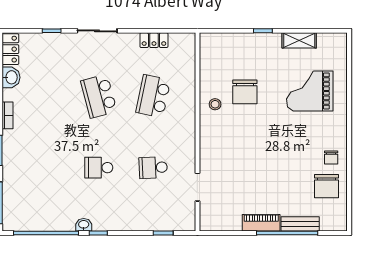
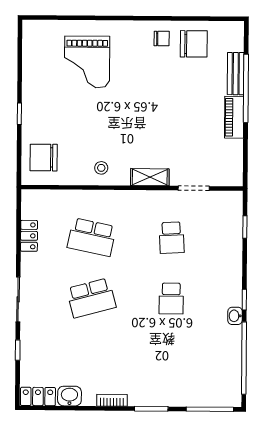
shelving: (299, 40) -> (150, 177), moved, turned 90
chair: (245, 92) -> (44, 158), moved, turned 180

